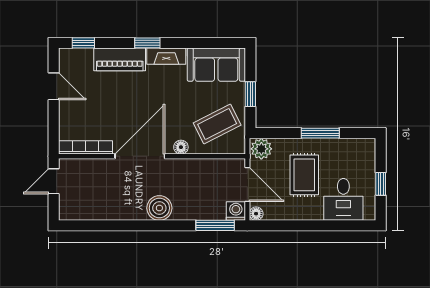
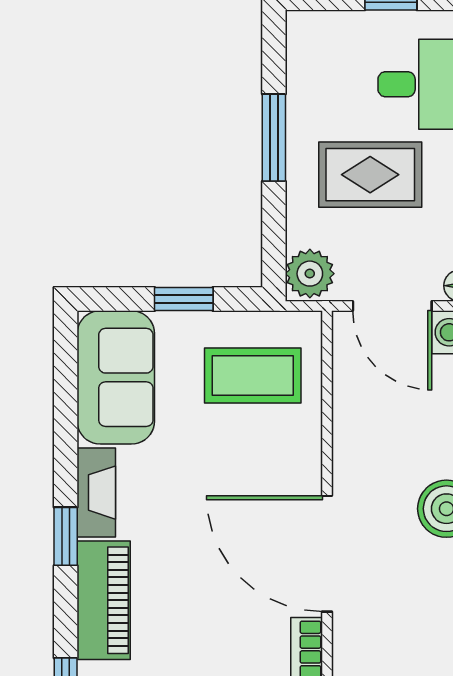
coffee table: (217, 124) -> (253, 376), turned -63
floor lamp: (181, 147) -> (306, 459), removed
door: (247, 184) -> (392, 306), swing flipped

